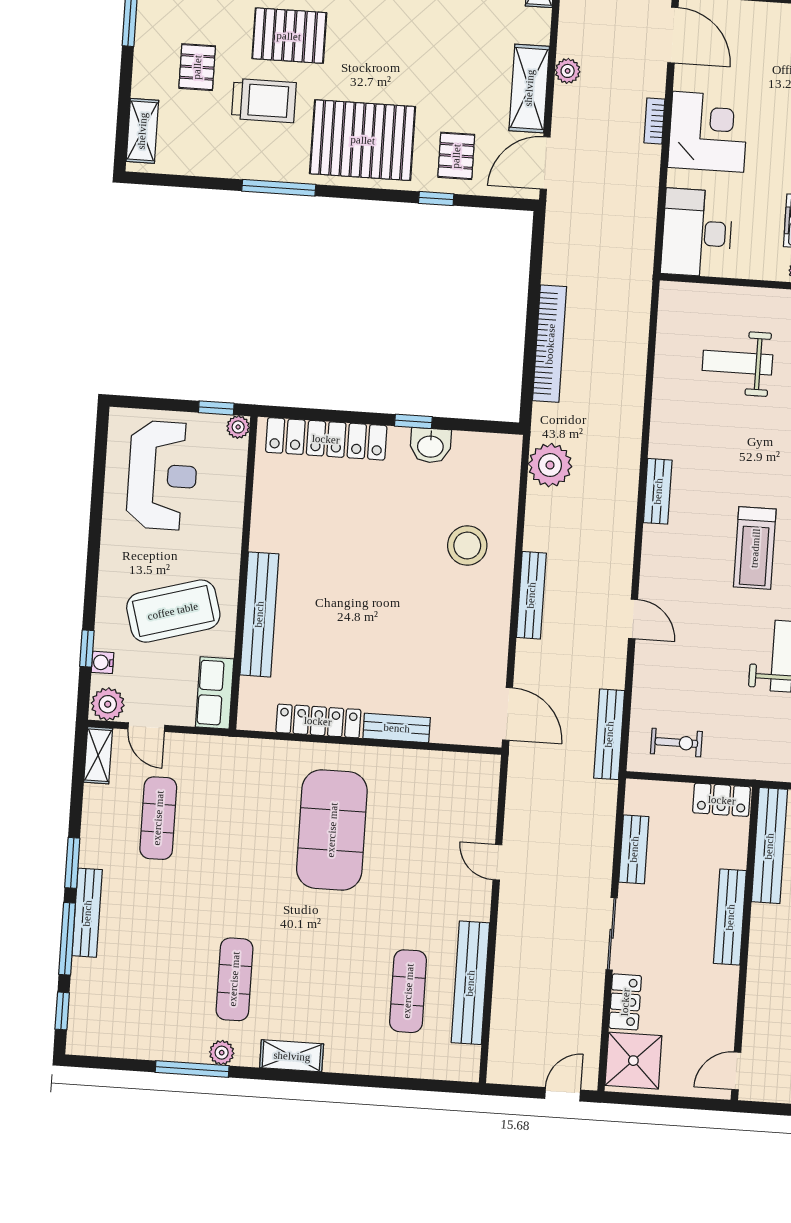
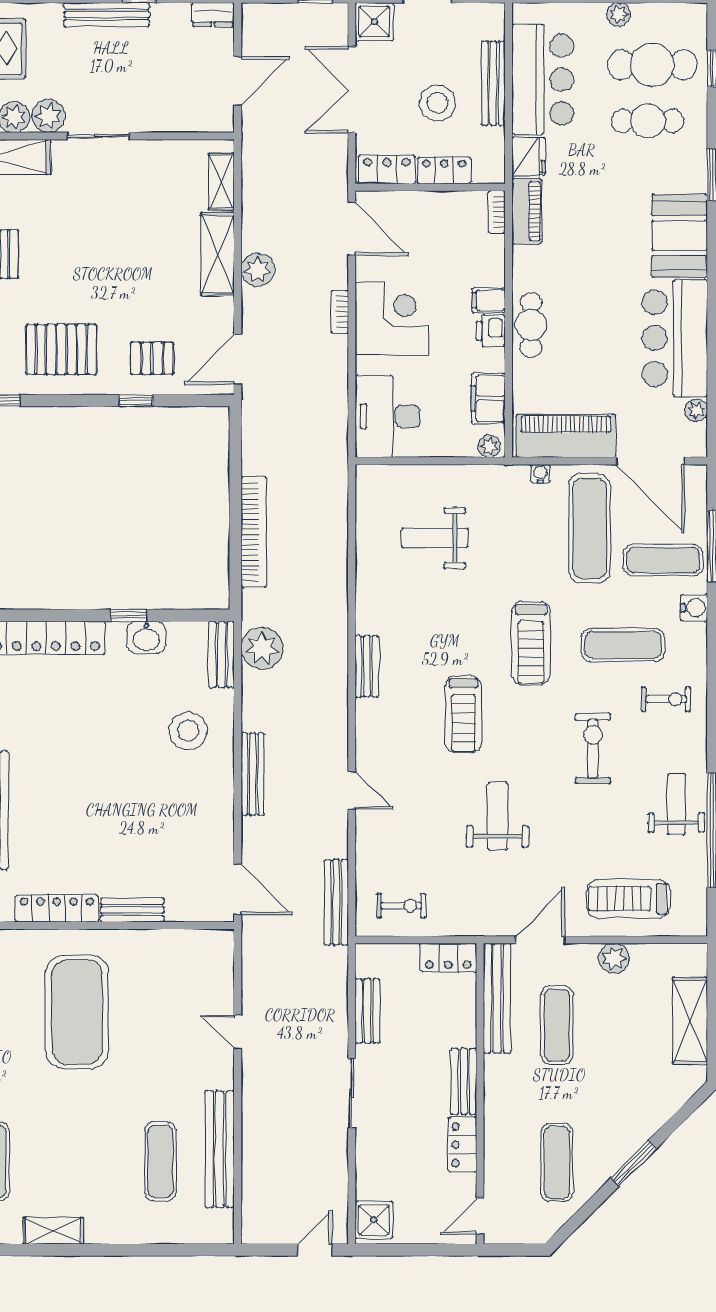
plant: (568, 71) -> (258, 270), width x1.38, depth x1.38
shelving: (529, 88) -> (218, 254), moved
pallet: (363, 140) -> (61, 349), width x0.73, depth x0.71
pallet: (456, 156) -> (152, 358), turned 90
bench: (507, 469) -> (222, 654), added
bench: (730, 917) -> (464, 1081), width x0.73
locker: (625, 1002) -> (463, 1145), moved, turned 180
shower: (633, 1061) -> (374, 1220), width x0.73, depth x0.73

